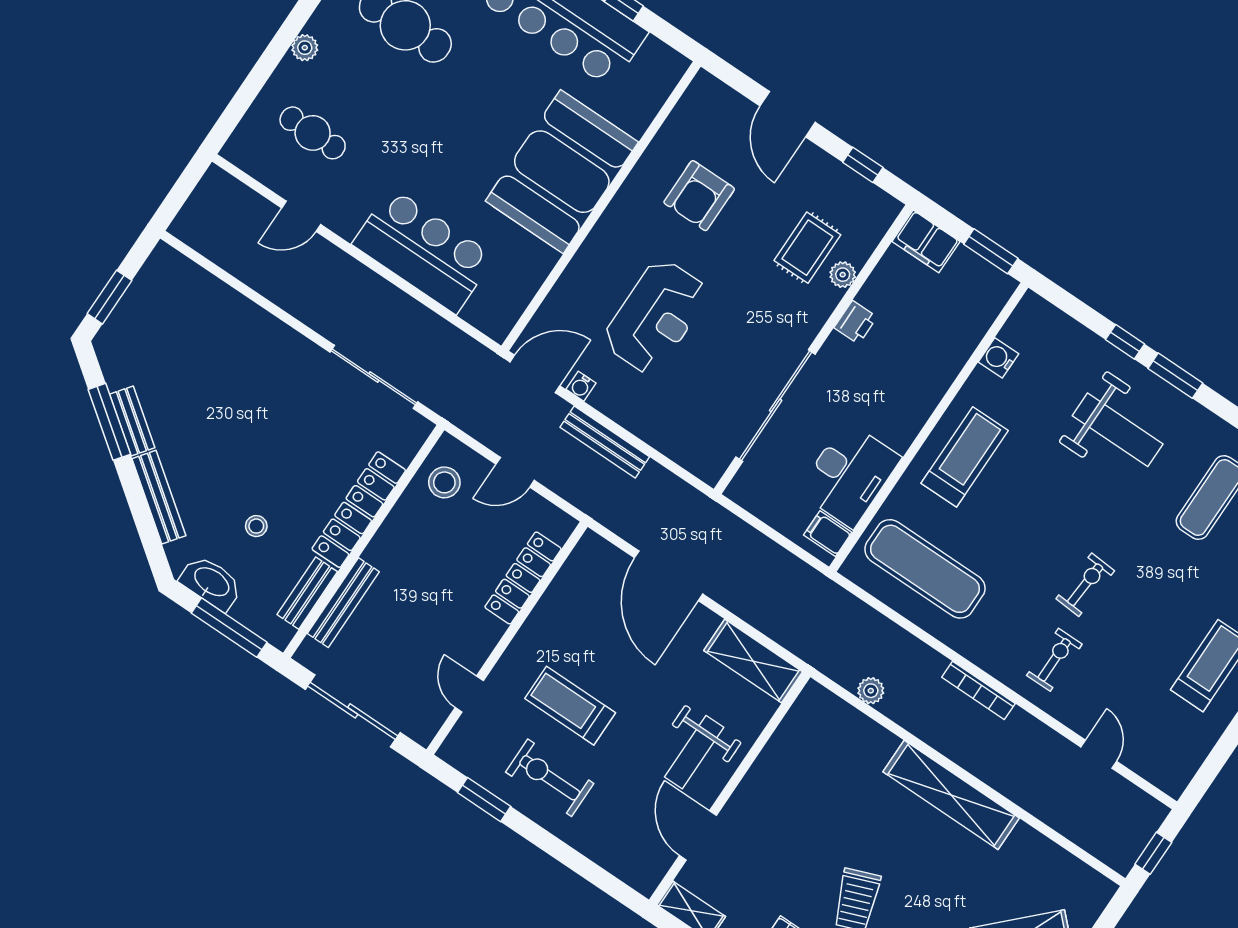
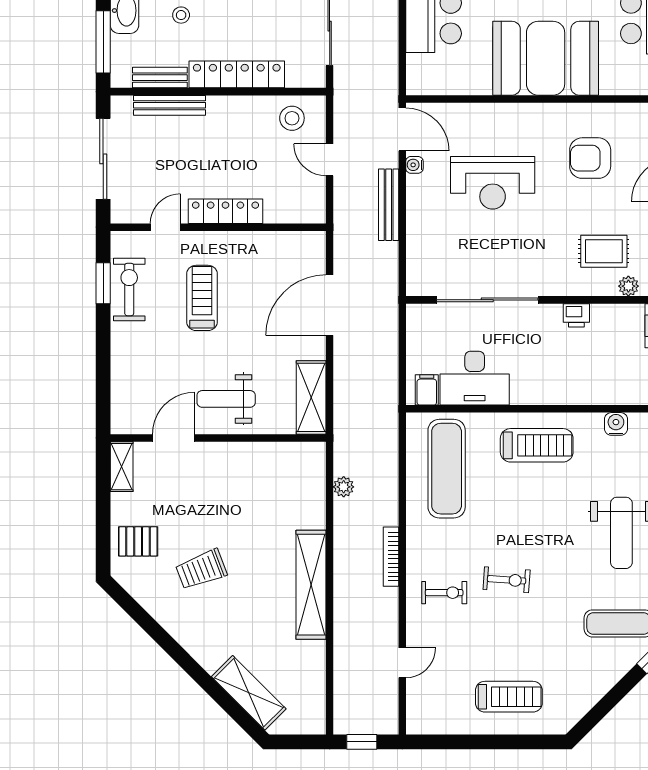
plant: (843, 275) -> (628, 286), moved
locker: (523, 578) -> (225, 211), moved
exercise bike: (550, 778) -> (129, 289), moved

